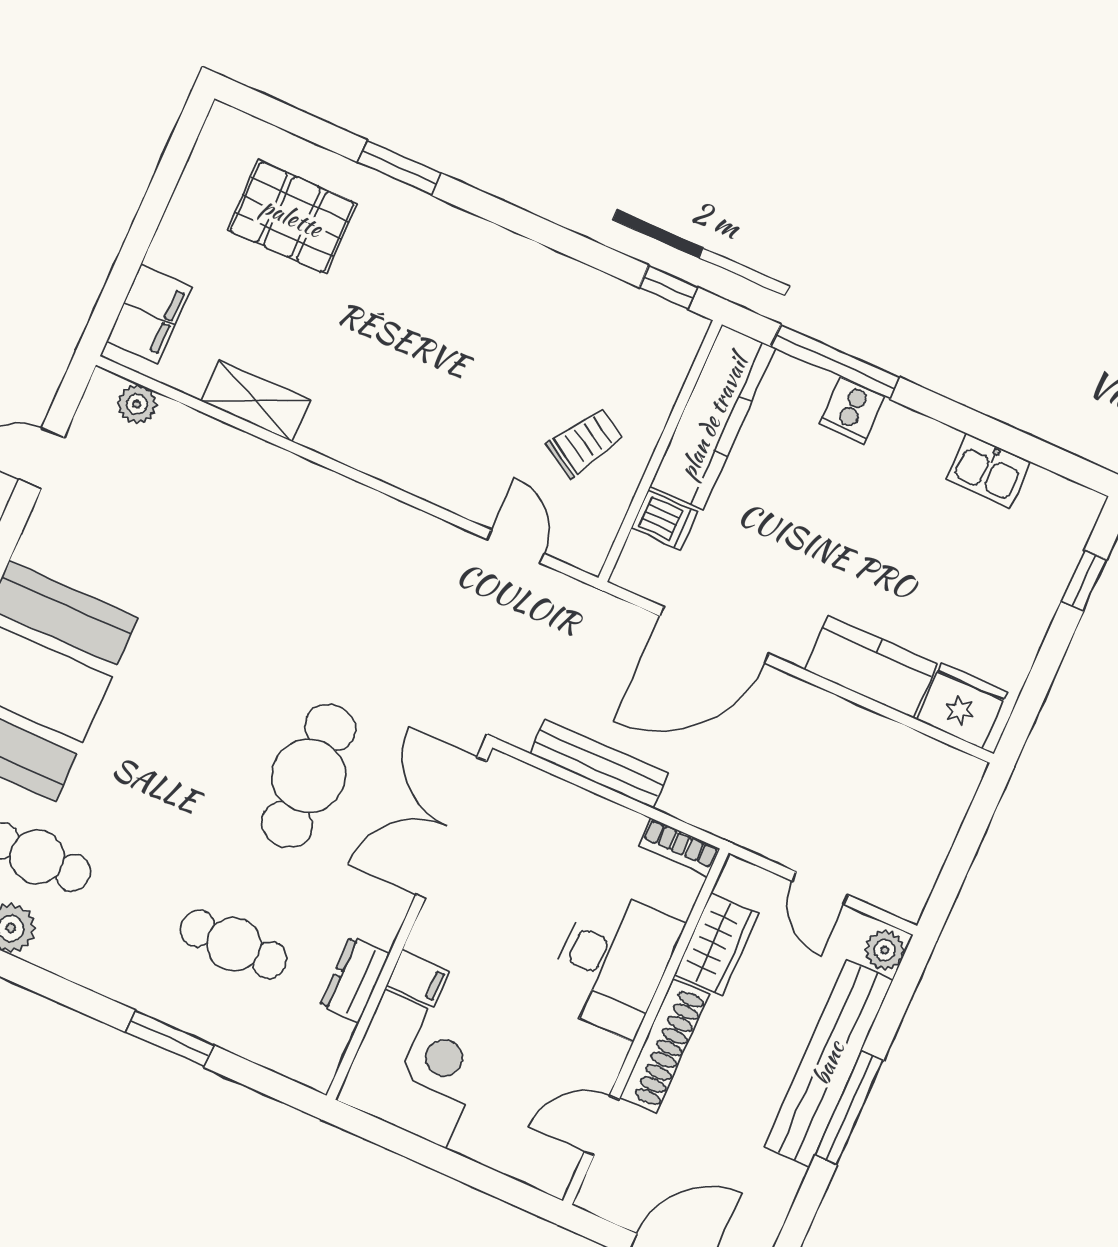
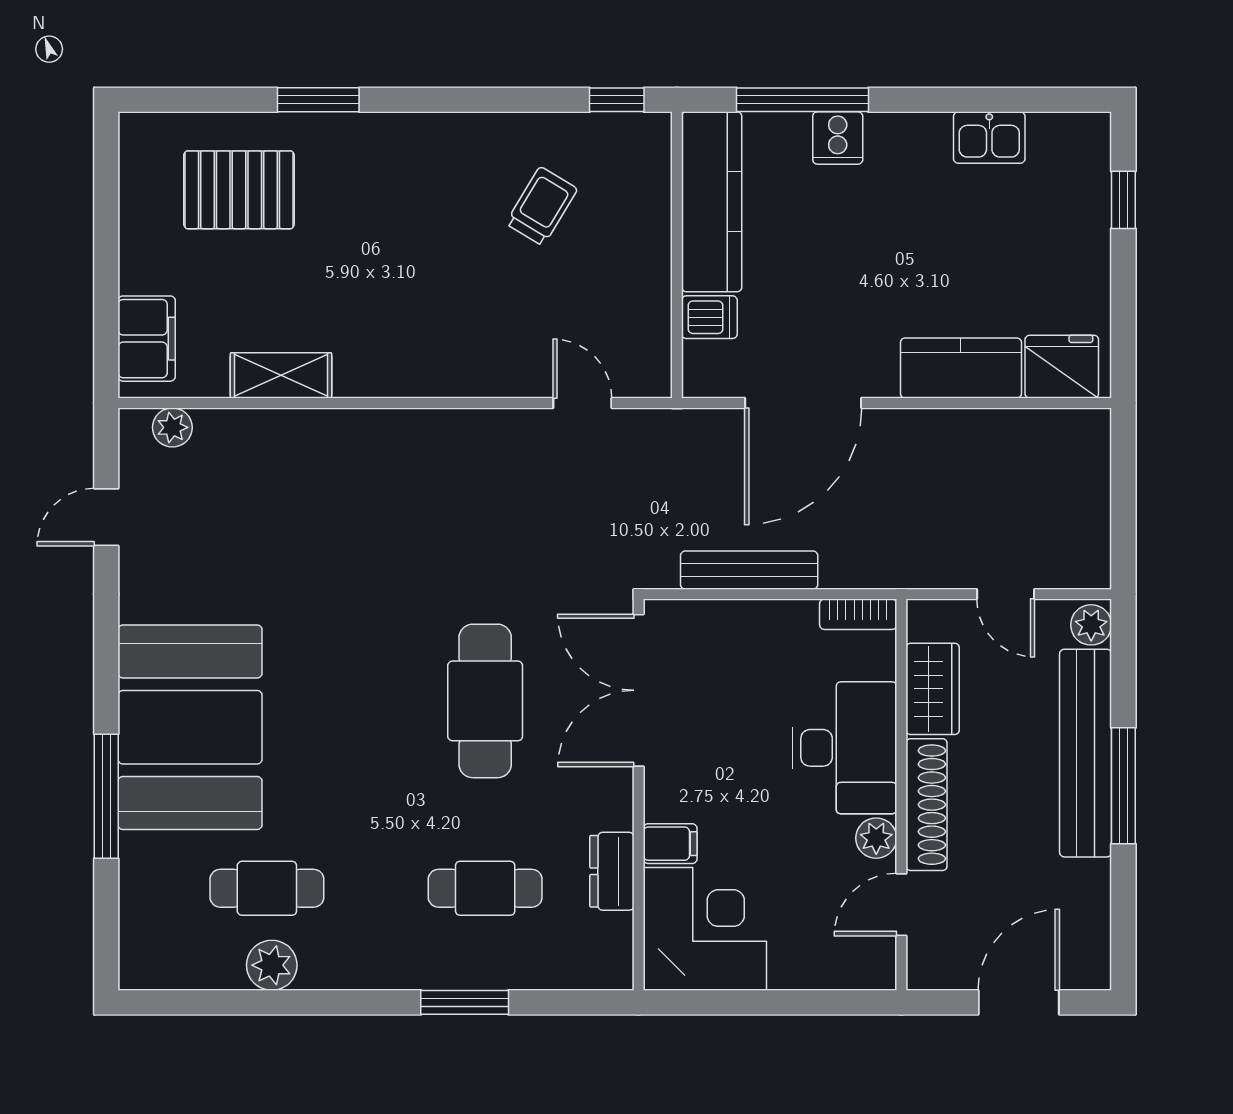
trolley: (585, 442) -> (542, 206), moved
plant: (606, 1056) -> (876, 838), added

